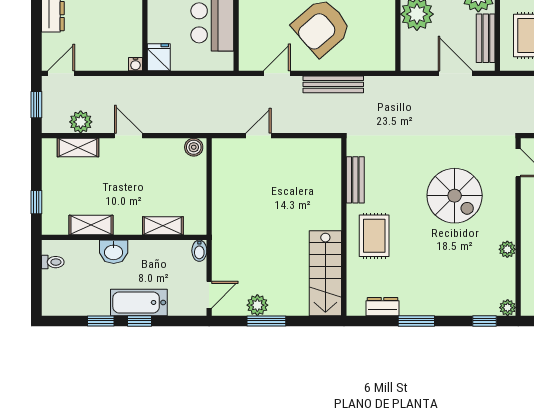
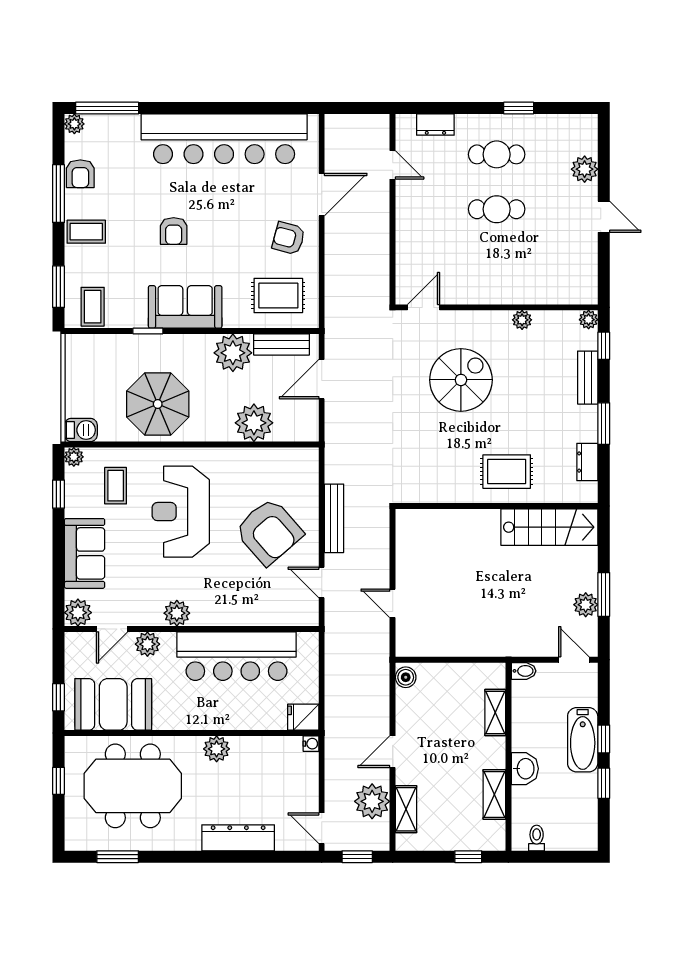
plant: (81, 122) -> (372, 801), width x1.36, depth x1.36
bench: (355, 180) -> (588, 378), moved, turned 90

